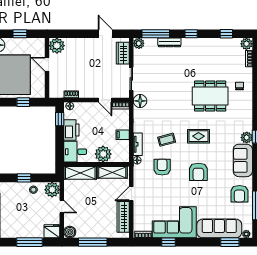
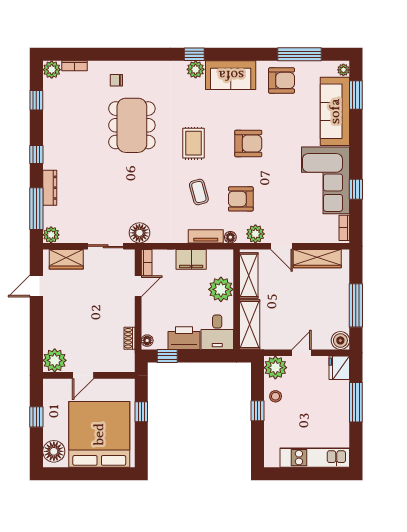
filing cabinet: (123, 135) -> (191, 259), width x2.00
plant: (139, 177) -> (255, 234), added

